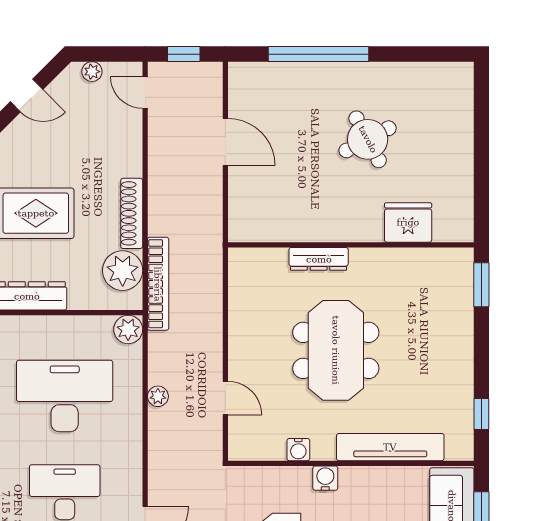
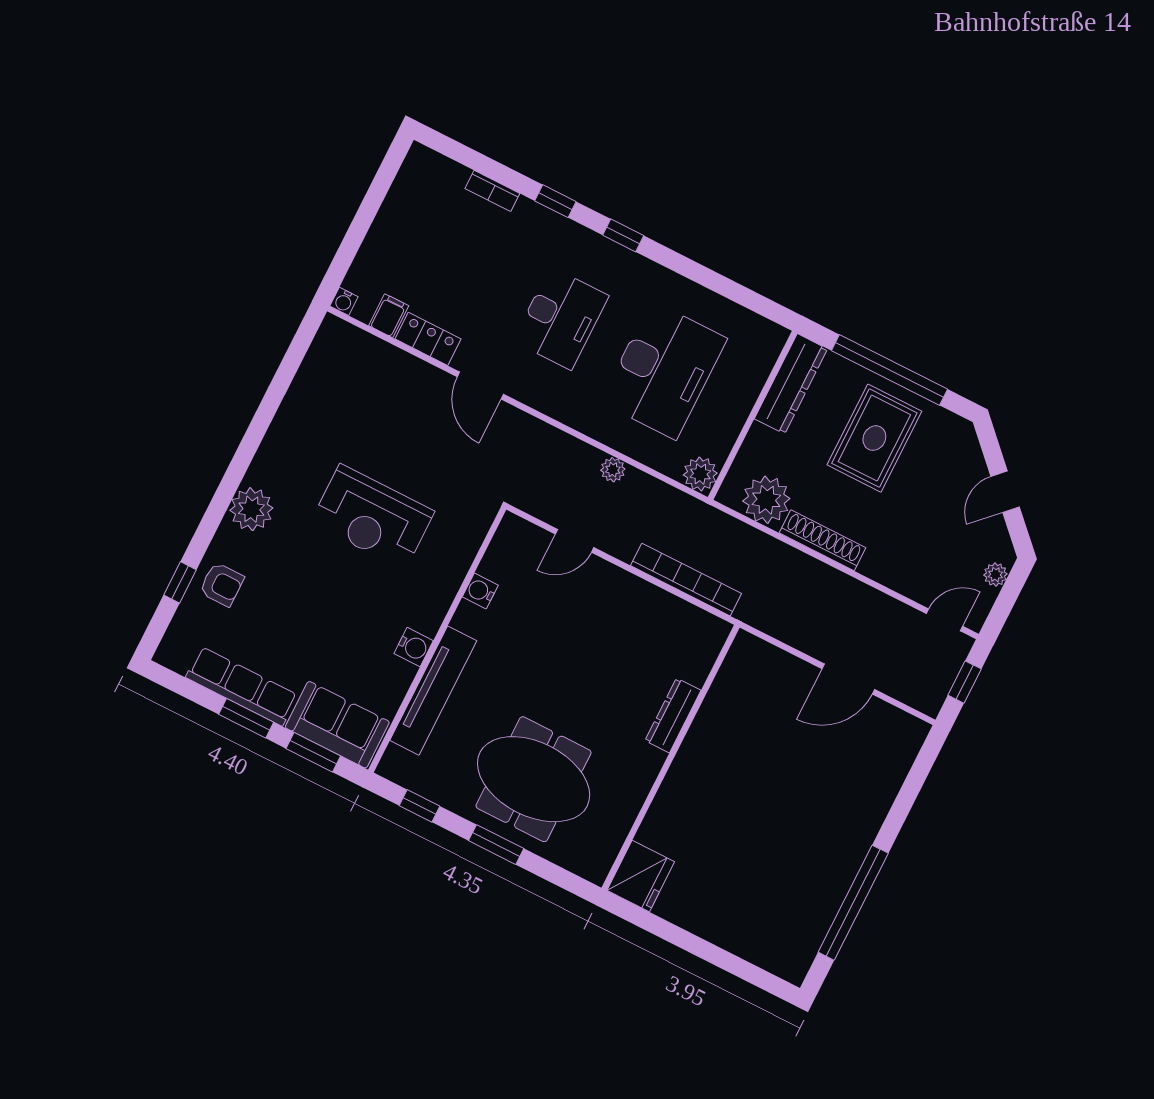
window: (318, 54) -> (853, 903), moved
round table: (368, 139) -> (774, 832), removed
fridge: (408, 222) -> (641, 876), moved
bookcase: (158, 284) -> (686, 580), moved, turned 180
window: (481, 285) -> (496, 845), moved
meeting table: (336, 350) -> (534, 779), moved
water cooler: (325, 478) -> (414, 647), moved

